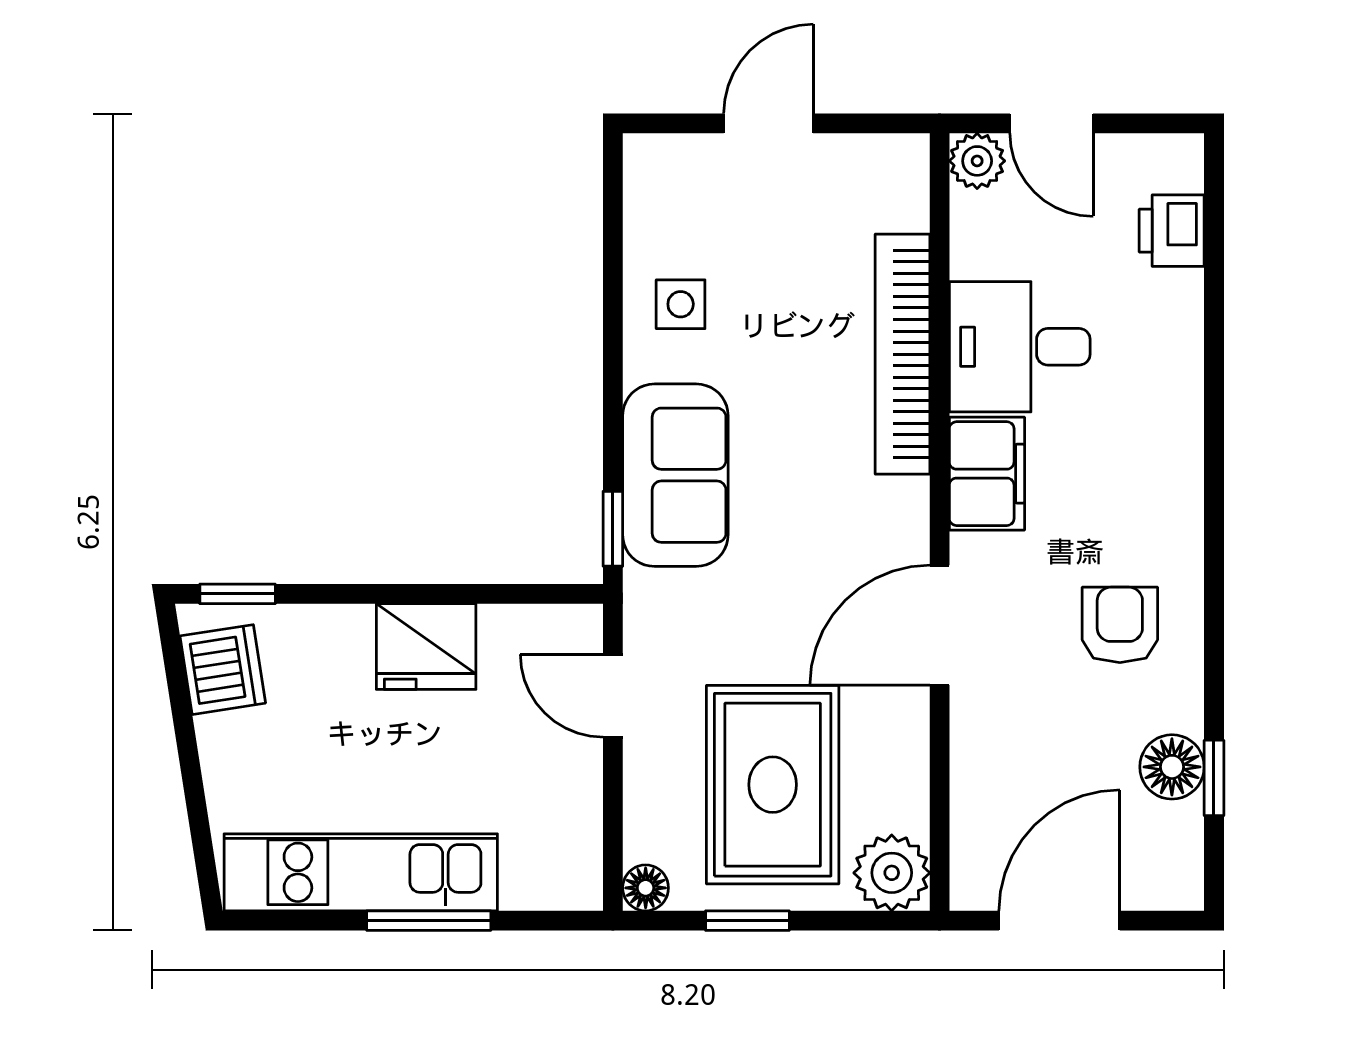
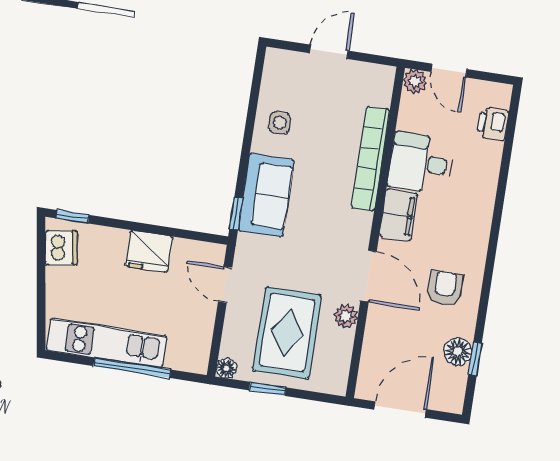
door: (940, 625) -> (368, 276), swing flipped
plant: (892, 873) -> (346, 316), moved, width x0.73, depth x0.73
window: (429, 921) -> (132, 368), width x1.44

